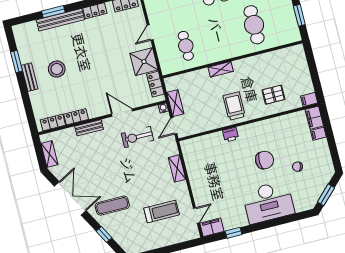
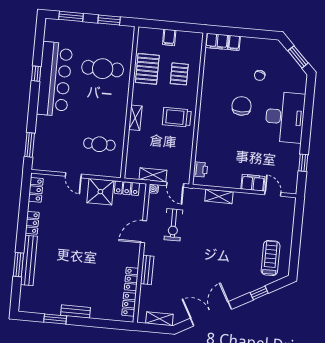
pallet: (268, 65) -> (147, 69), added
stool: (57, 69) -> (77, 281), removed
filing cabinet: (309, 100) -> (169, 37), moved
printer: (231, 135) -> (200, 169), moved
exercise mat: (112, 206) -> (233, 274), removed
treadmill: (162, 212) -> (271, 258), moved
filing cabinet: (212, 227) -> (253, 183), moved, turned 90

